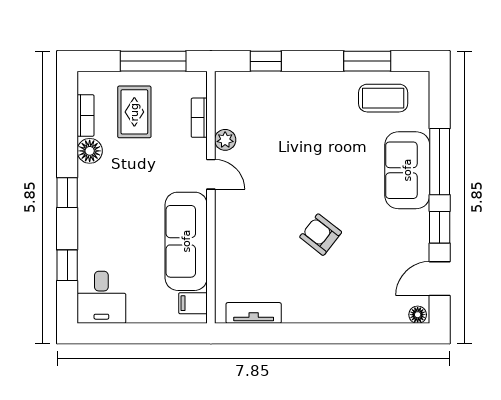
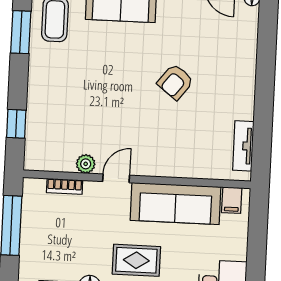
rug: (134, 112) -> (136, 260), moved

